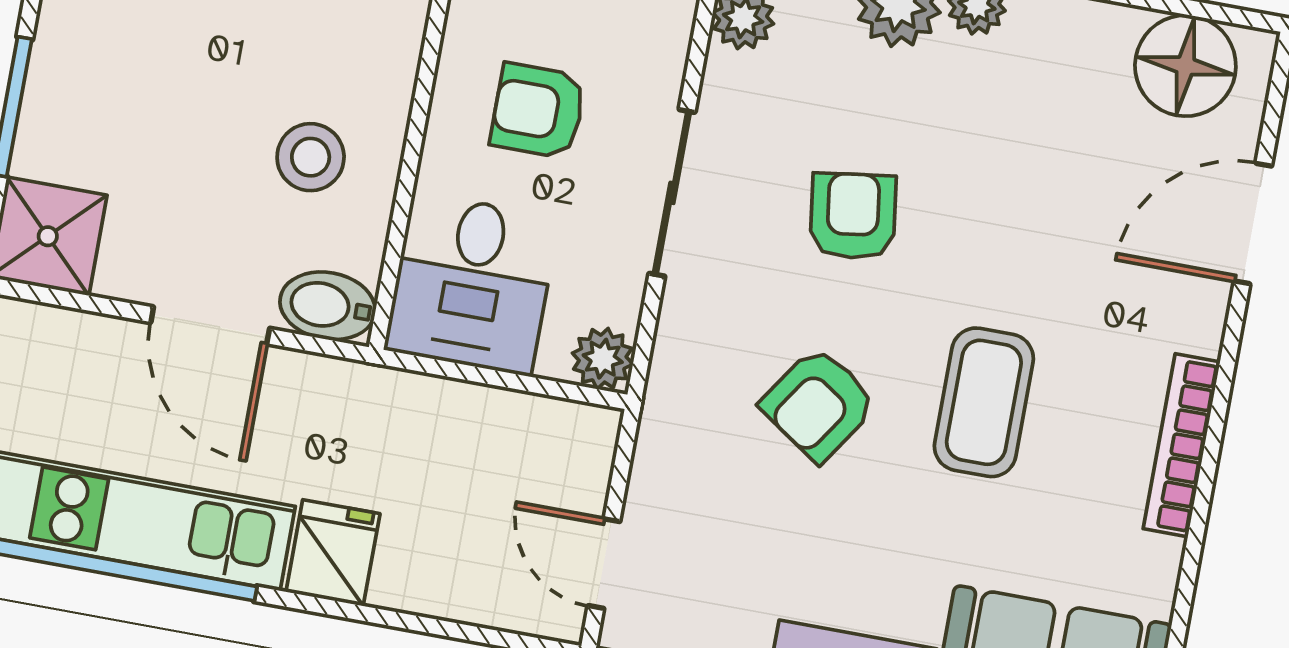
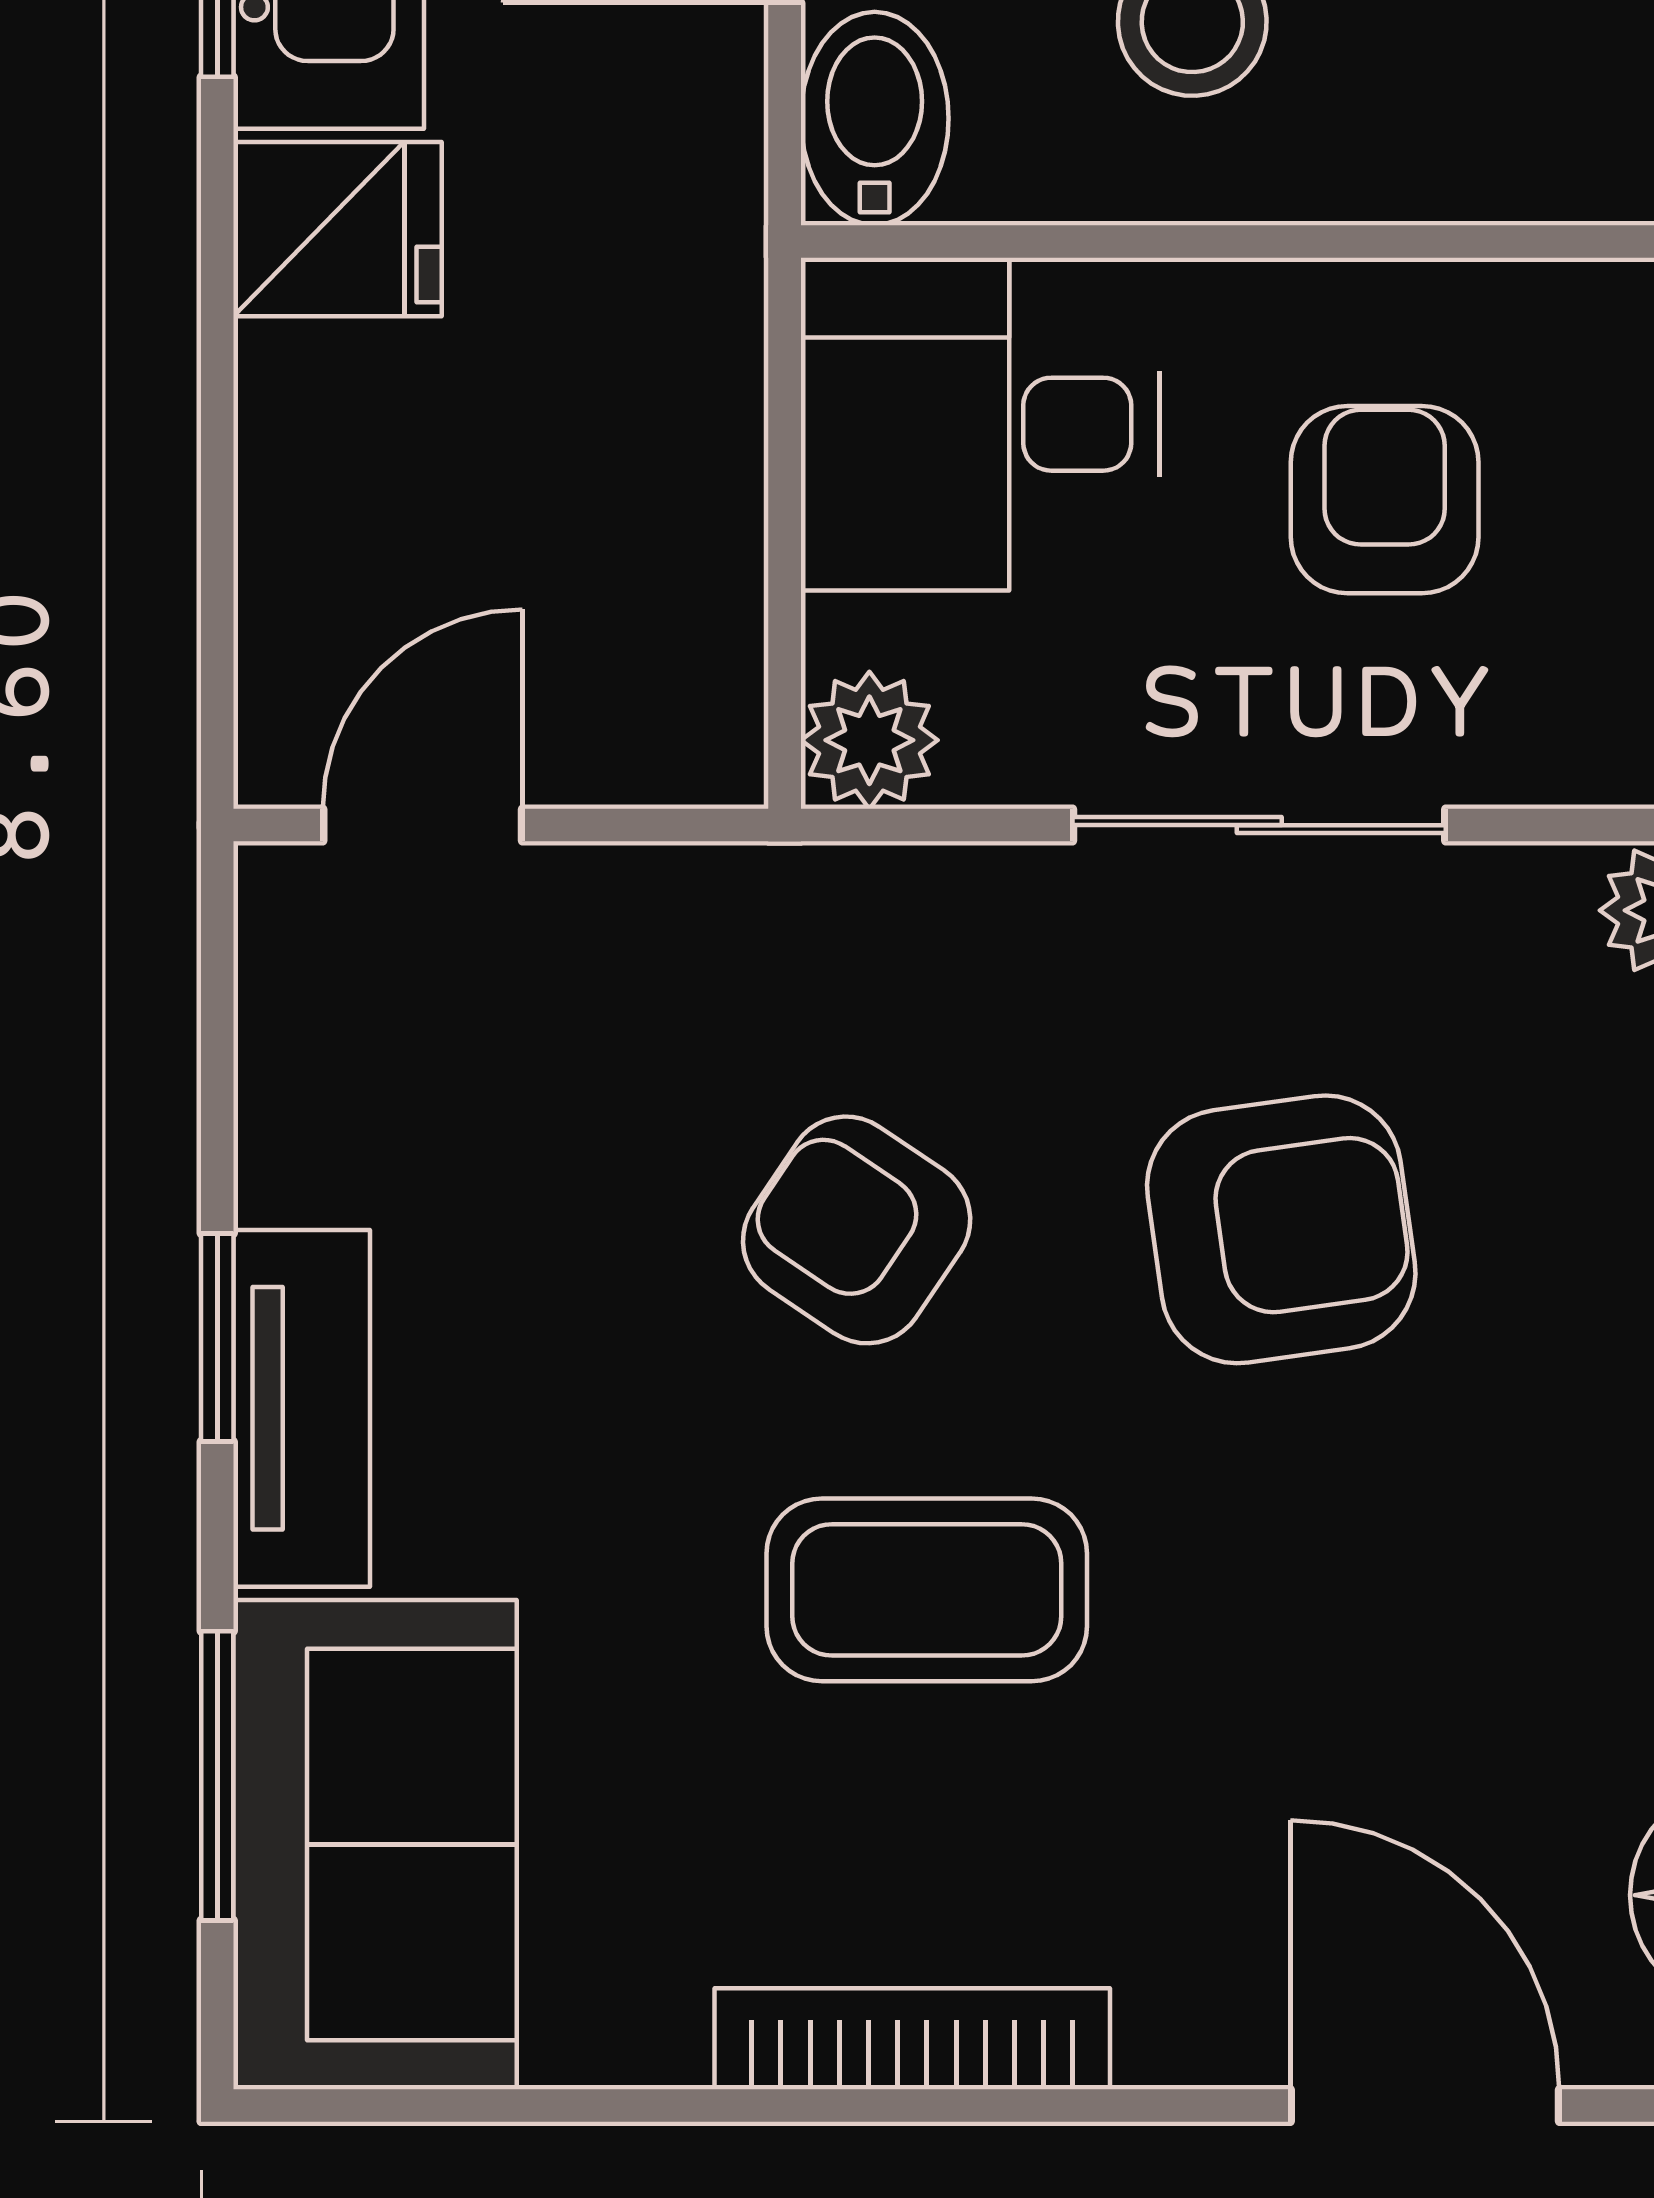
armchair: (853, 216) -> (1281, 1229), width x1.38, depth x1.38

